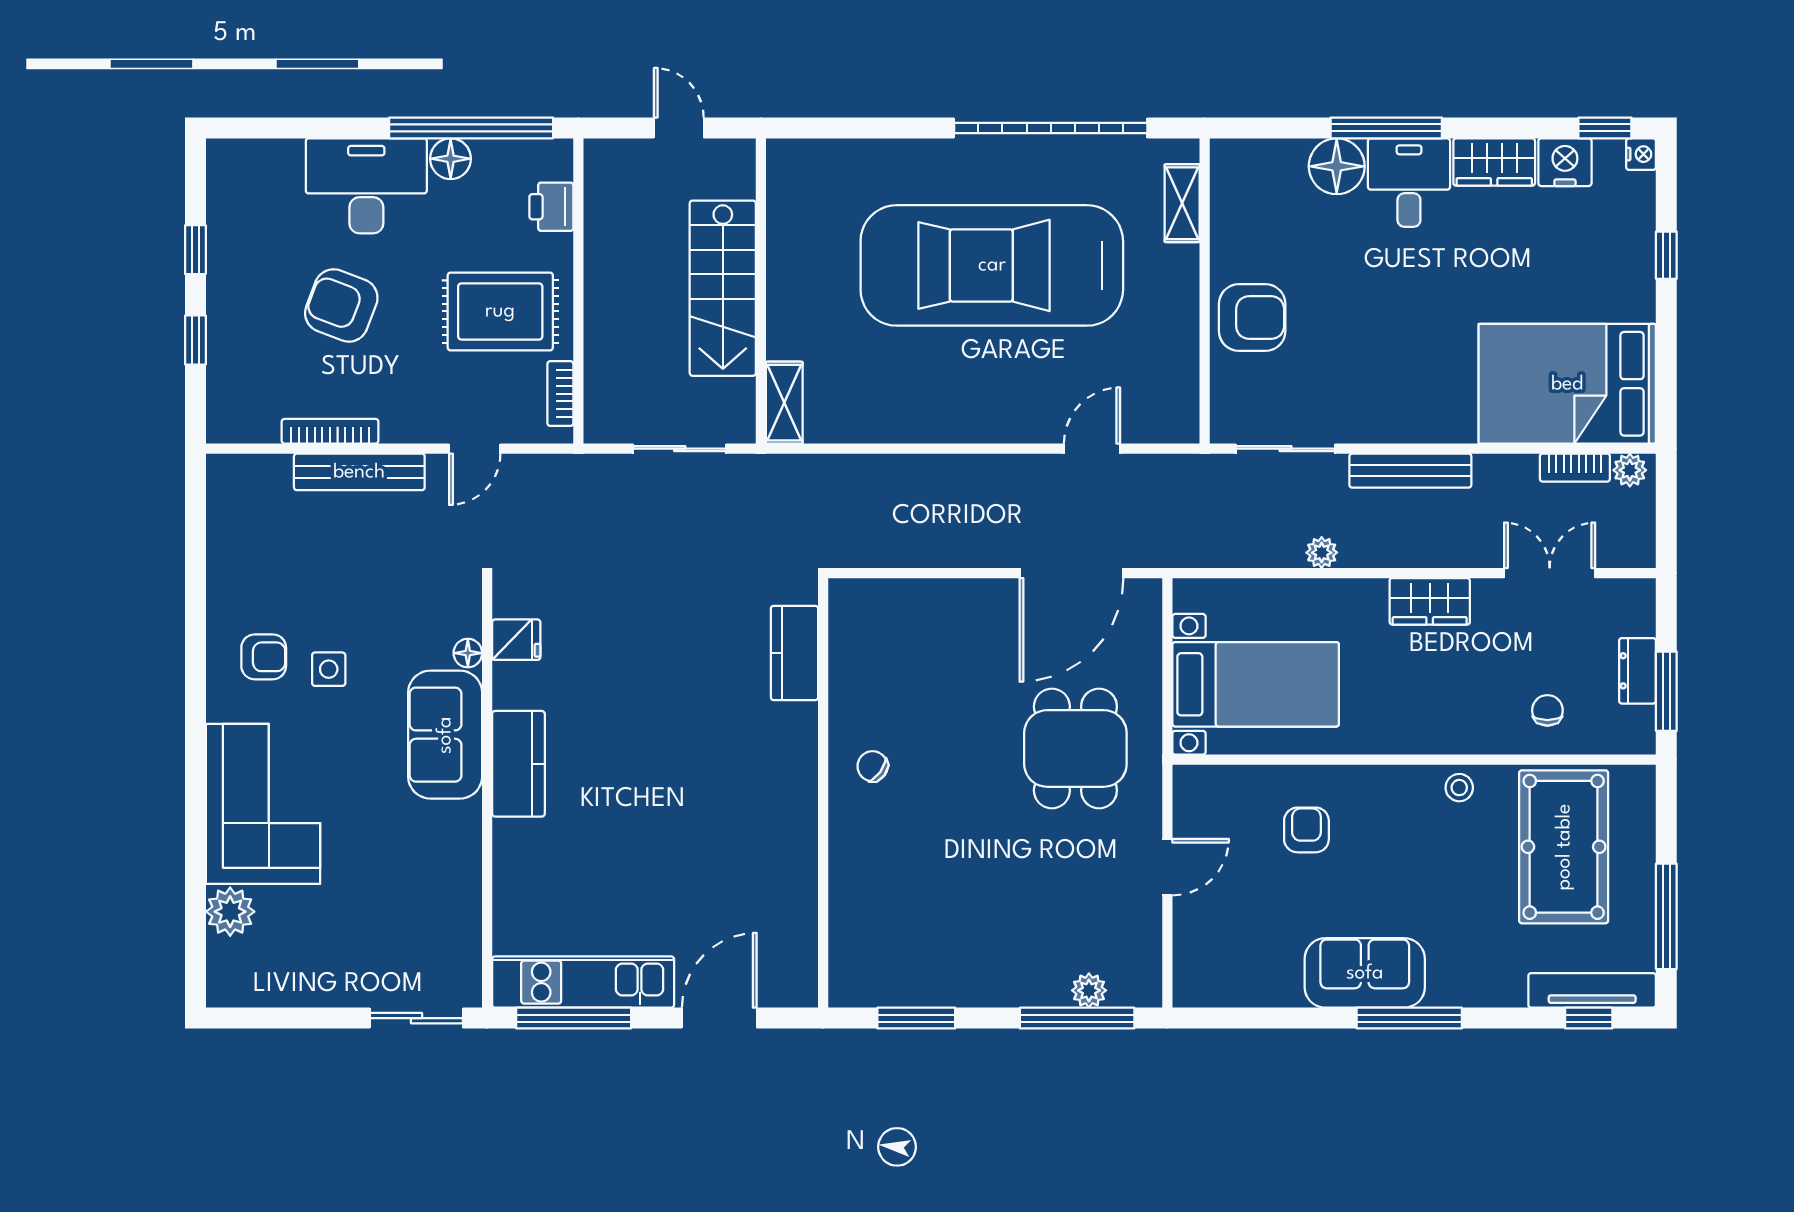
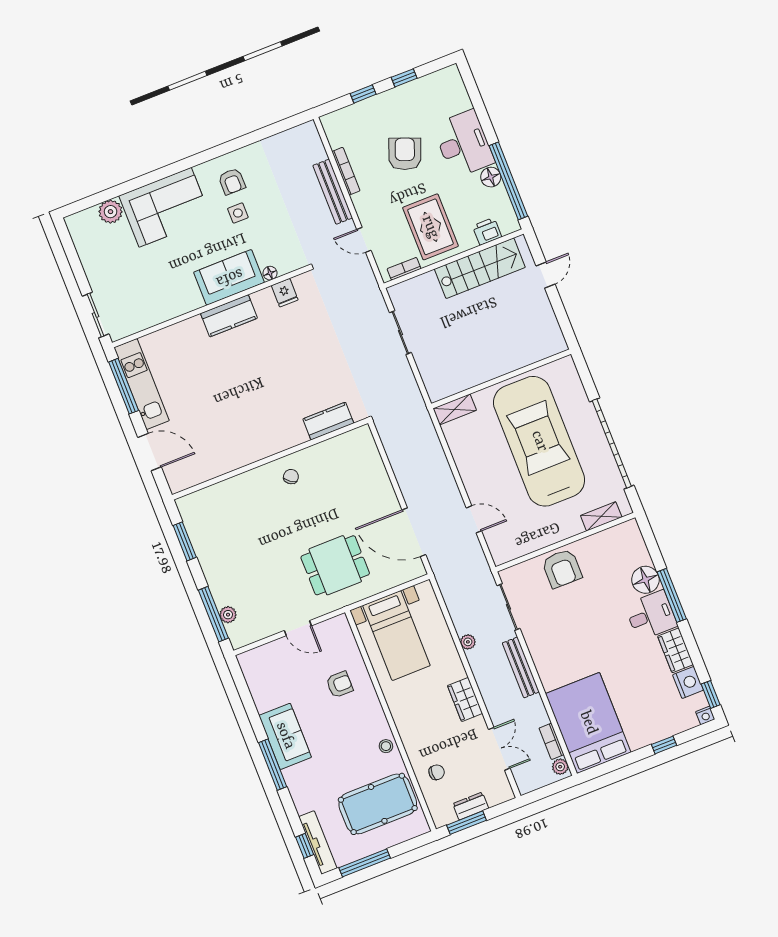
stairs: (723, 288) -> (480, 268), moved, turned 180
wall: (761, 291) -> (501, 379), moved
shelving: (784, 403) -> (455, 409), moved

